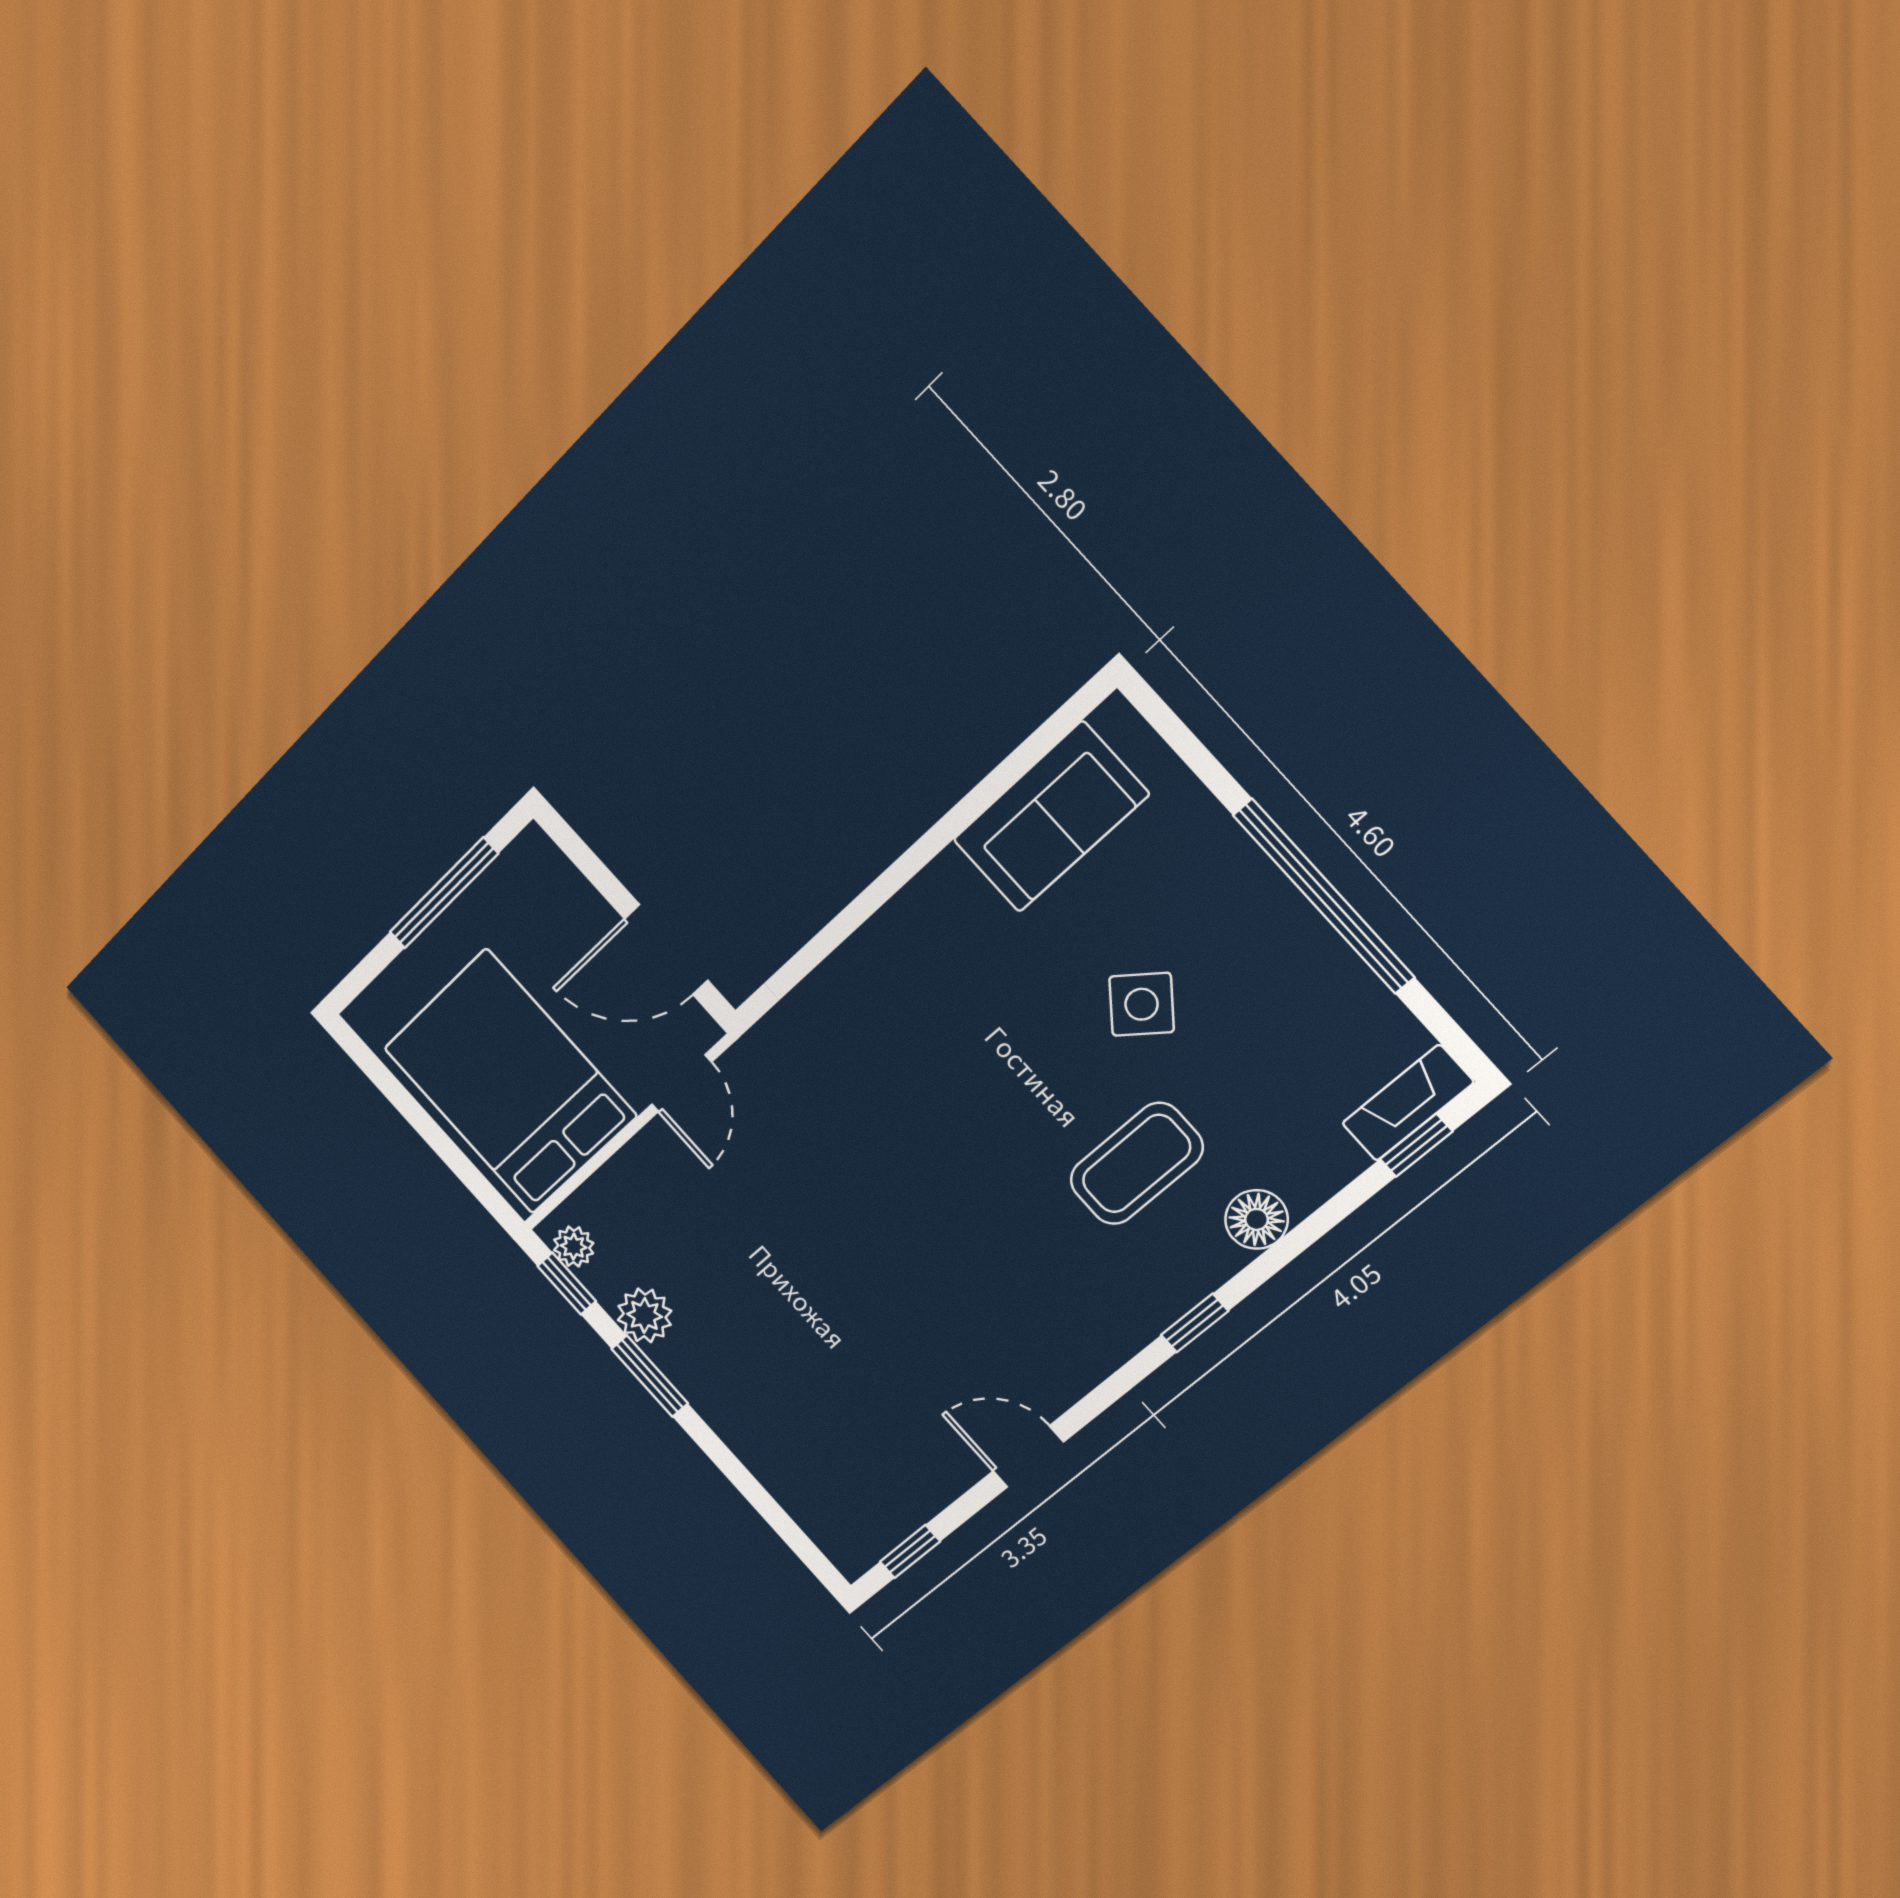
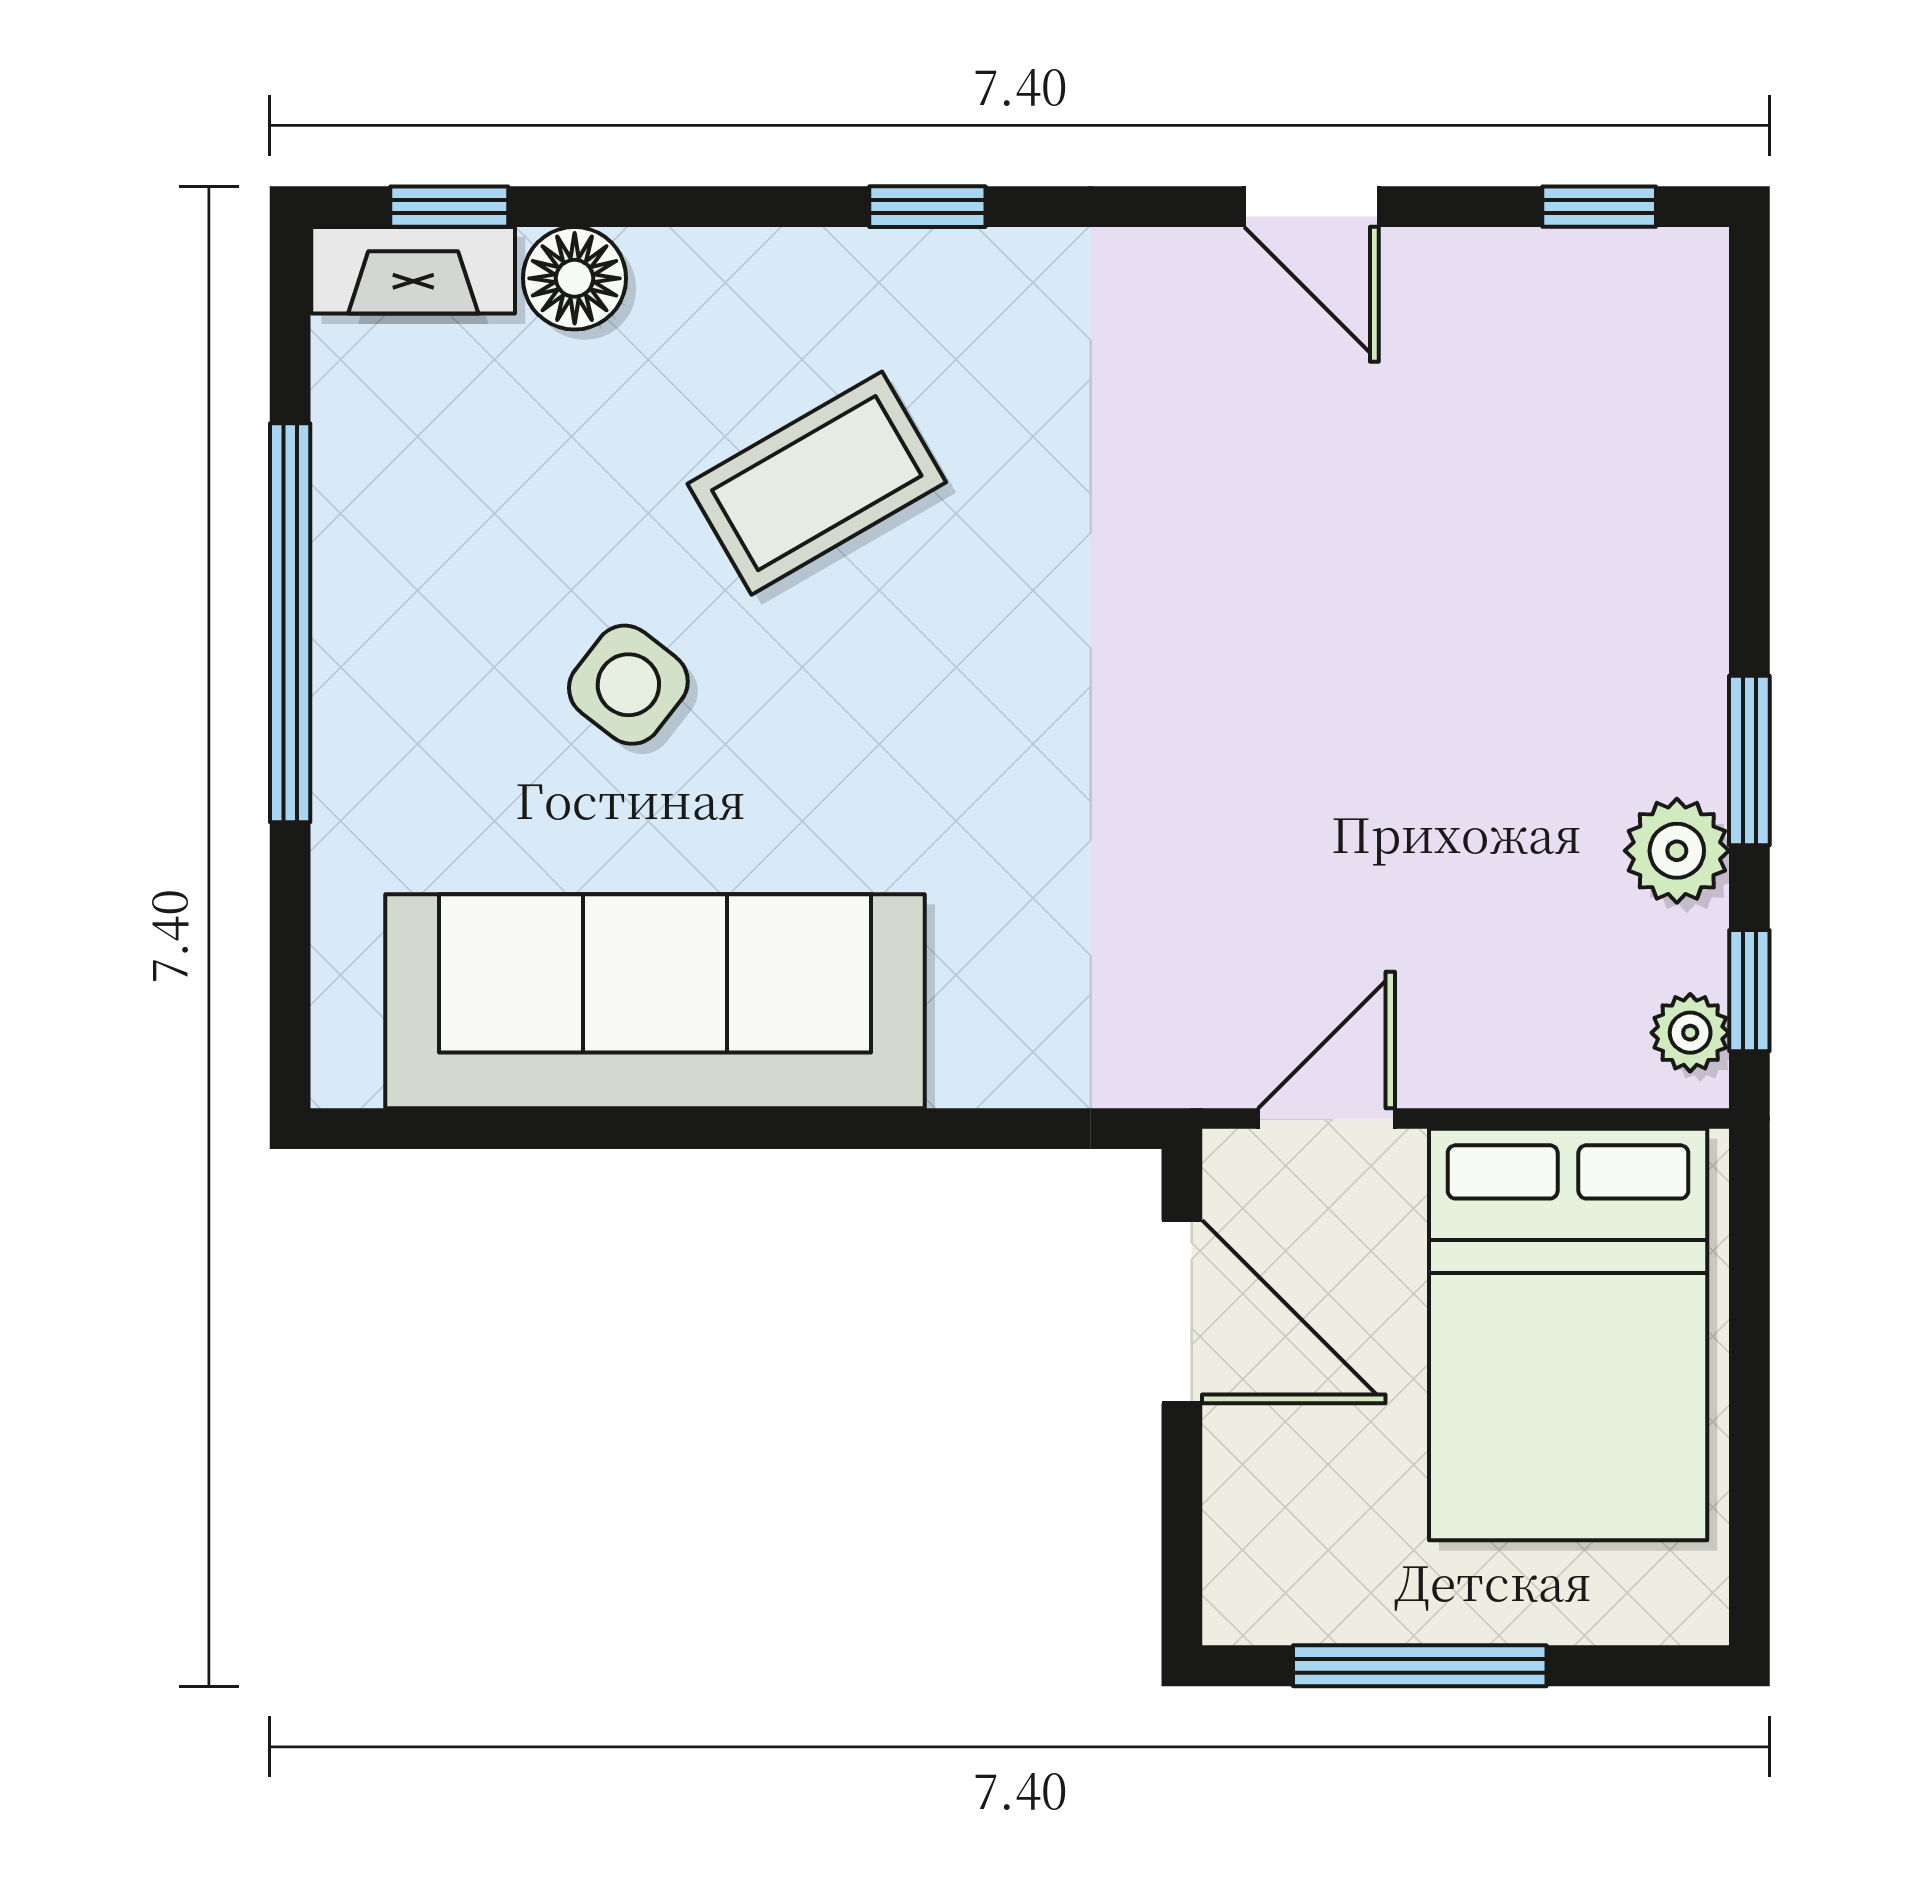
sofa: (1051, 817) -> (655, 1001), width x1.85, depth x1.27
coffee table: (1136, 1164) -> (817, 483), turned -30
floor lamp: (1257, 1219) -> (575, 278), moved

